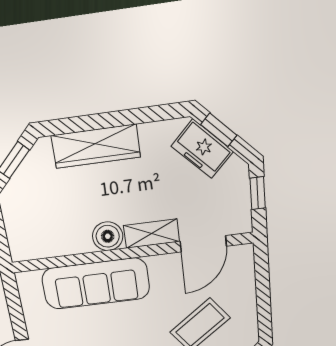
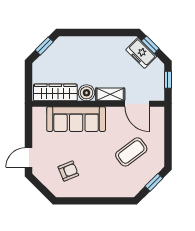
wardrobe: (96, 146) -> (55, 92), moved, turned 180
door: (203, 244) -> (137, 104), hinge flipped

